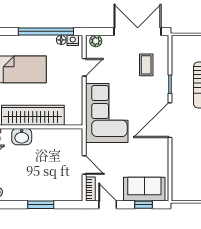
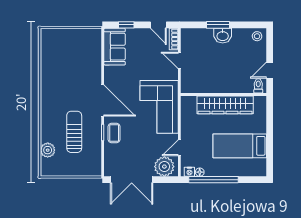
plant: (96, 41) -> (164, 167), width x1.88, depth x1.88
coffee table: (146, 65) -> (114, 133), moved
door: (170, 120) -> (103, 100), hinge flipped
washbasin: (22, 137) -> (223, 36), moved, turned 180
sofa: (144, 189) -> (115, 47), moved, turned -90

